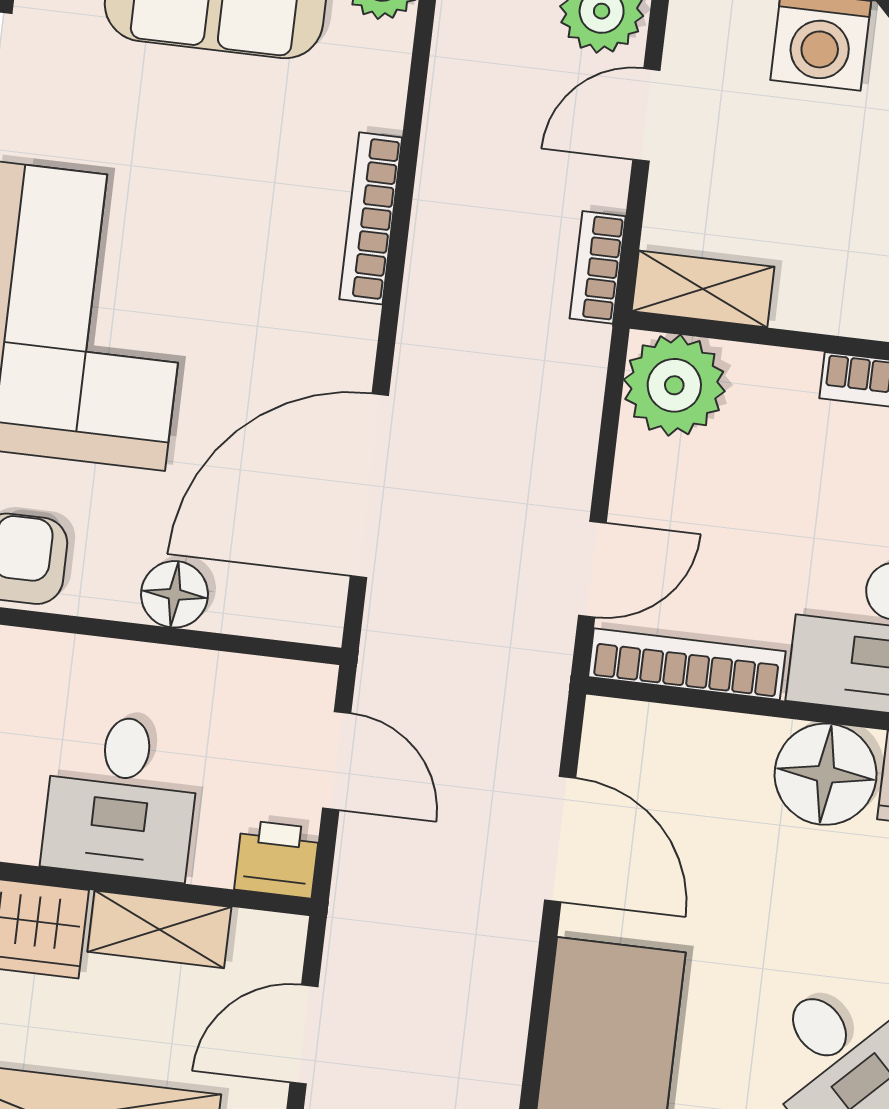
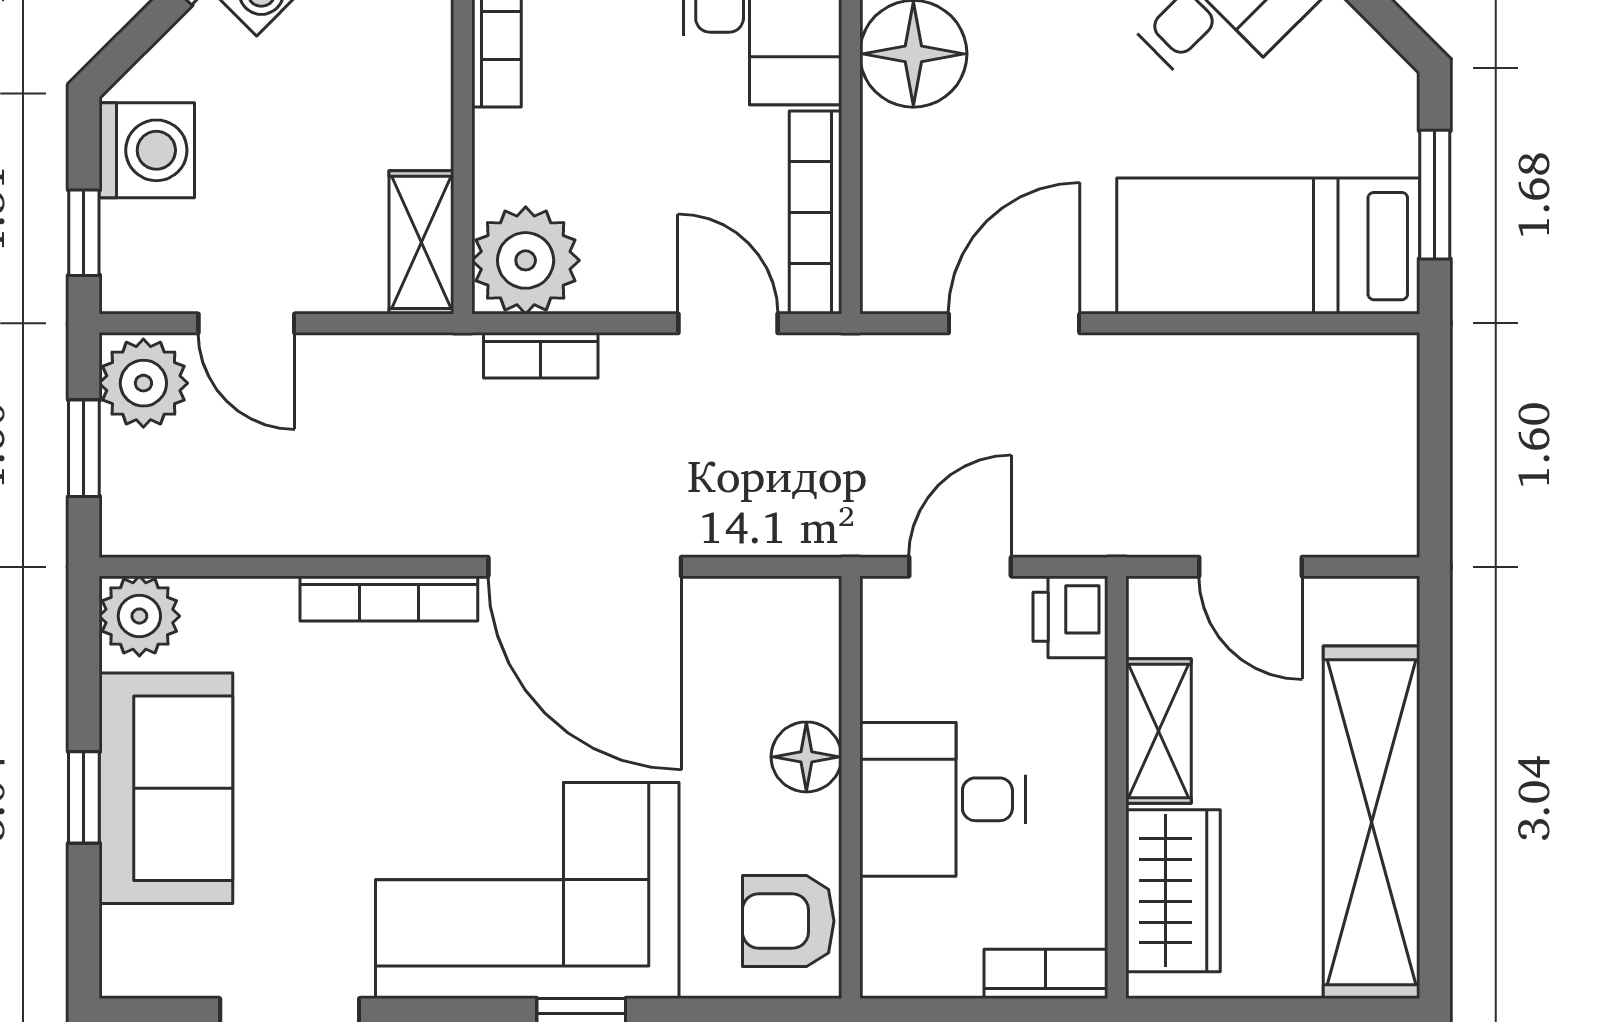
bookcase: (598, 267) -> (541, 355), moved
door: (369, 486) -> (585, 567), moved
desk: (121, 797) -> (943, 799), moved, turned 180

